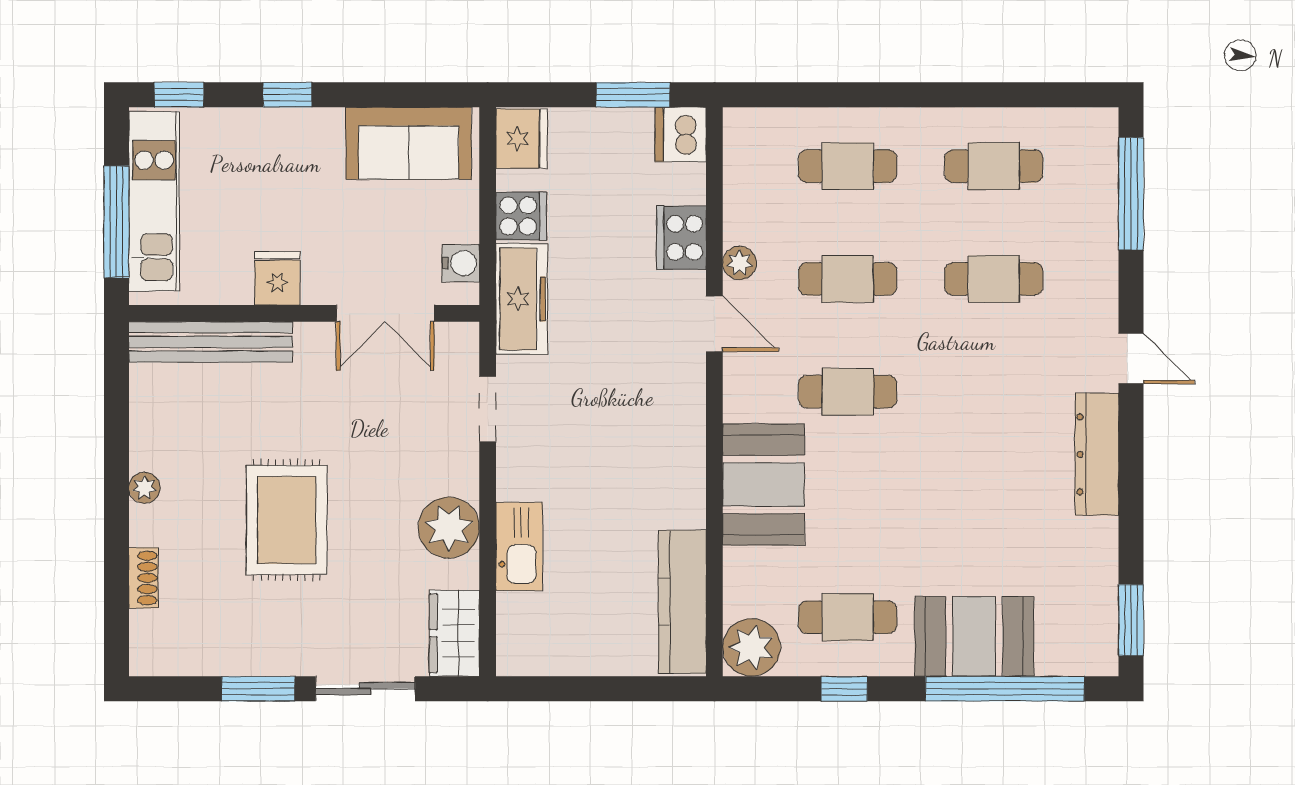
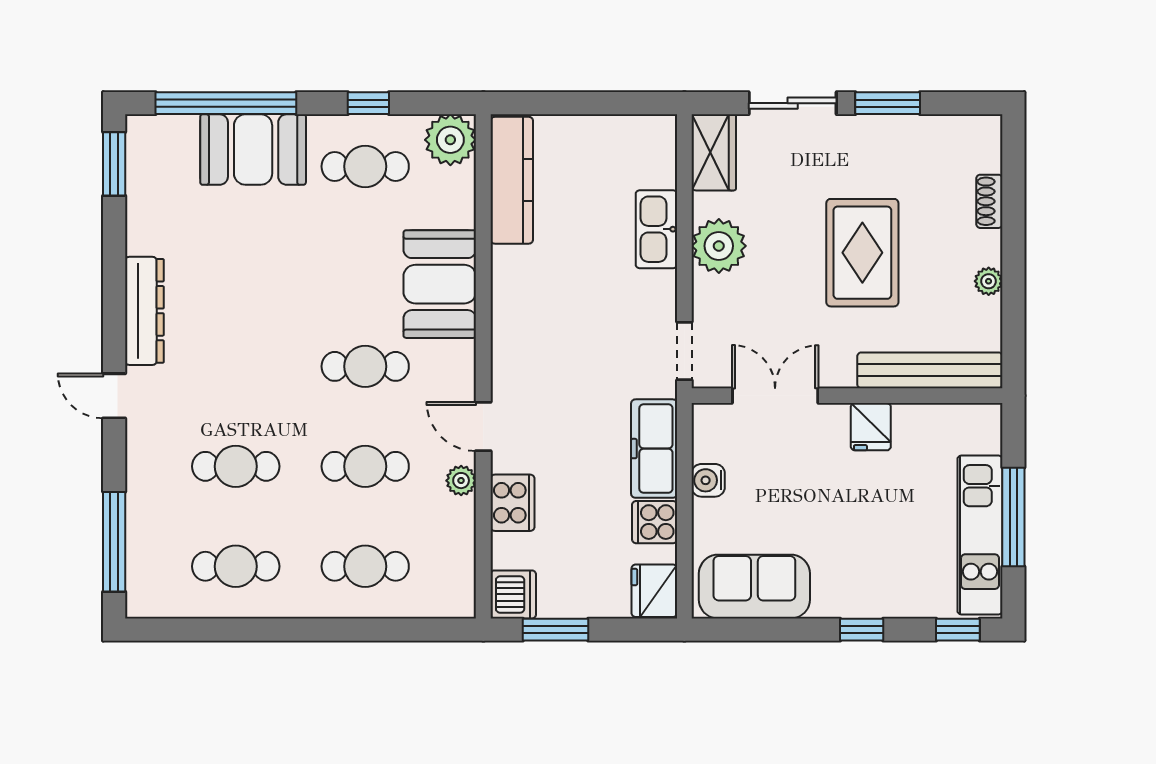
fridge: (277, 278) -> (871, 427), moved
wall: (304, 313) -> (847, 396), moved
double door: (385, 313) -> (775, 396), moved
bench: (211, 342) -> (930, 370), moved

